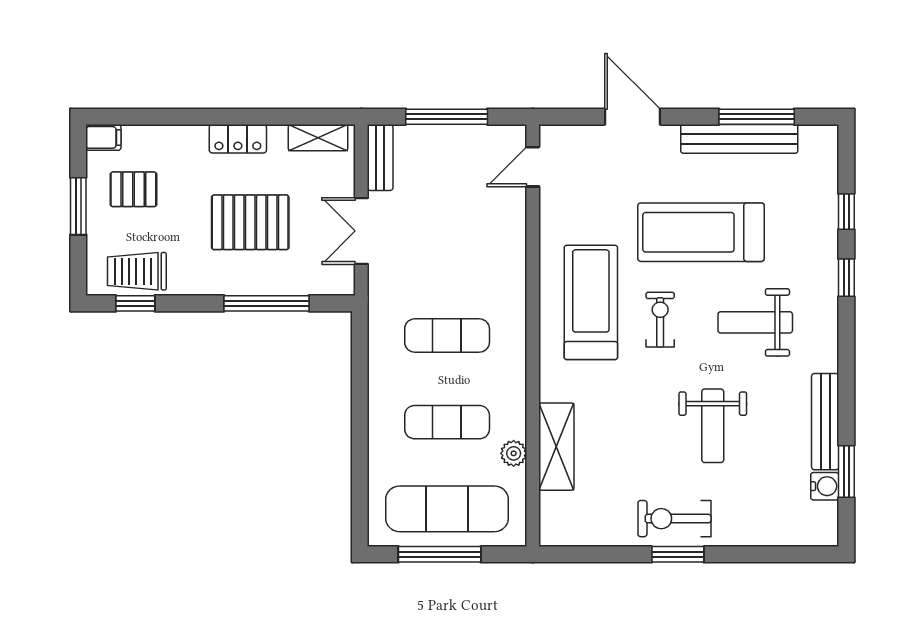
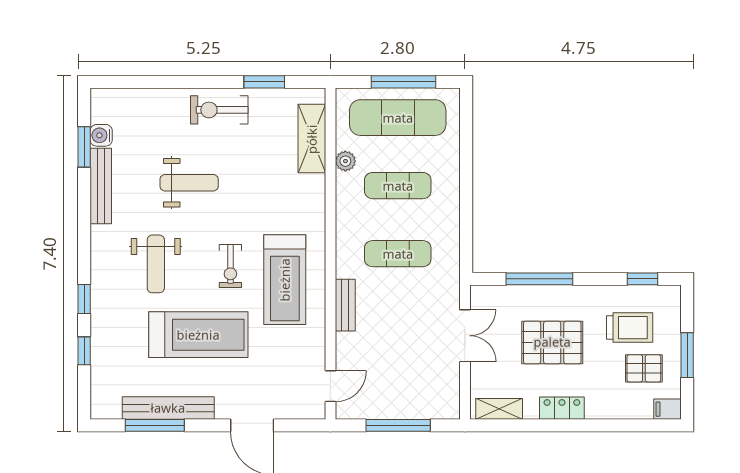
bench: (380, 157) -> (345, 305), moved
trolley: (137, 271) -> (630, 328), moved
weight bench: (755, 322) -> (156, 264), turned 90
weight bench: (713, 426) -> (189, 183), turned 90
shelving: (556, 447) -> (312, 139), moved
exercise bike: (674, 519) -> (219, 110), turned 180
window: (678, 554) -> (264, 82), moved

